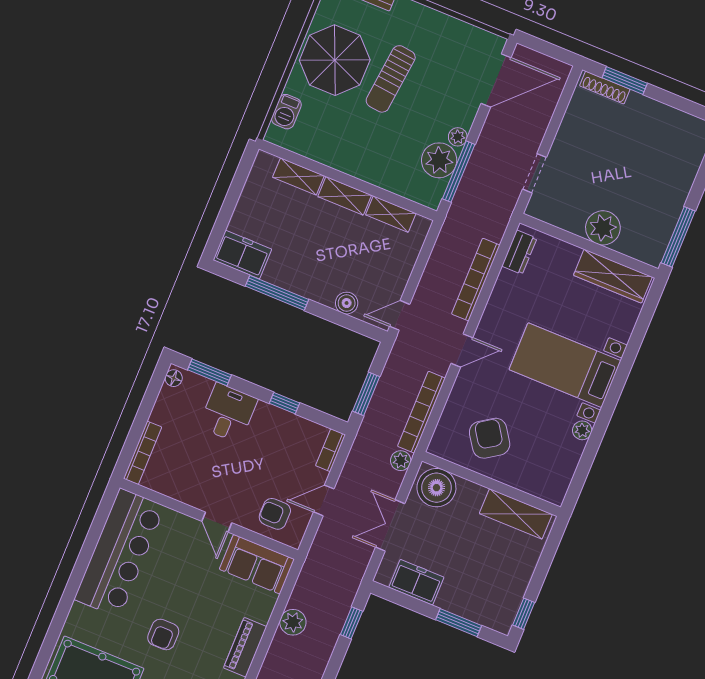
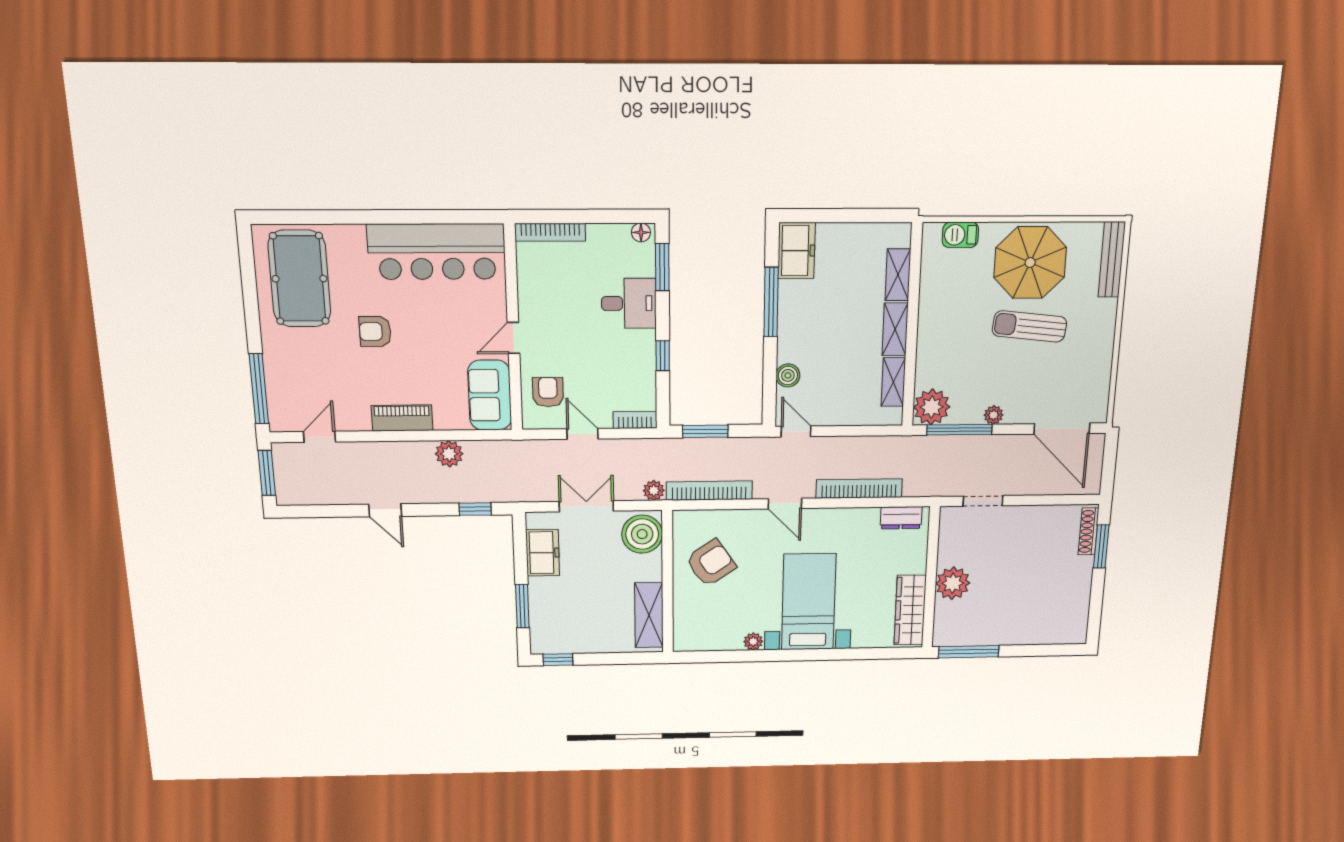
plant: (439, 160) -> (932, 407), moved

